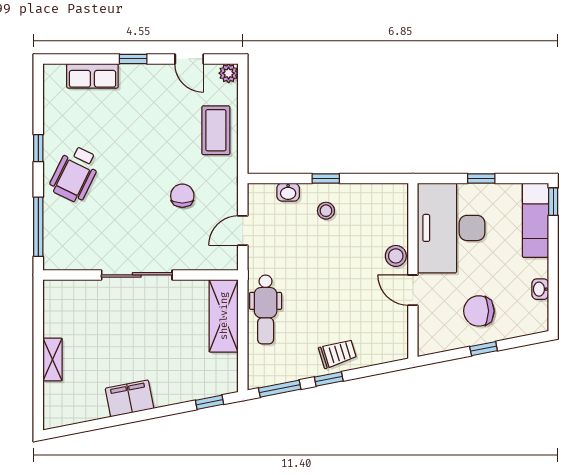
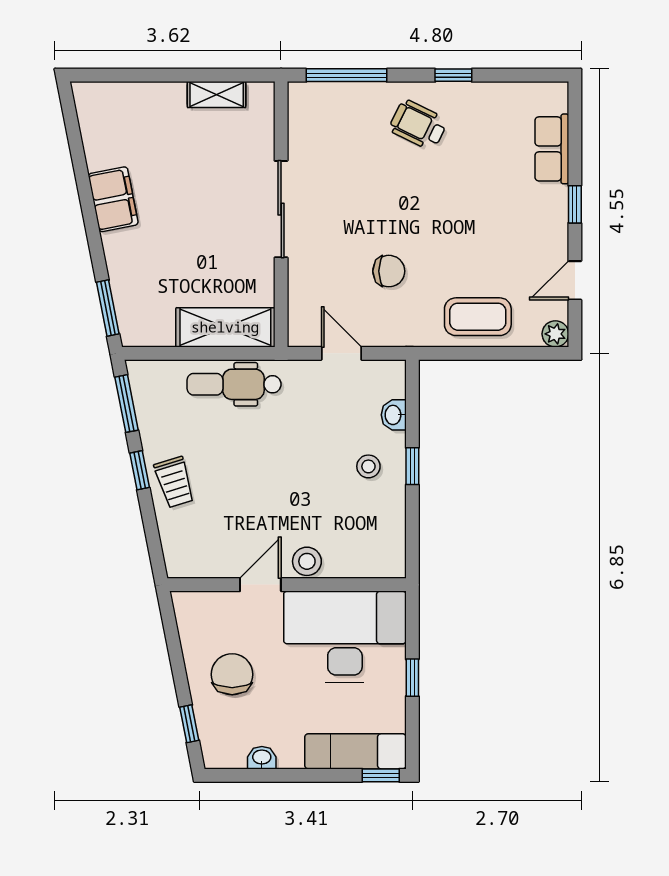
wheelchair: (75, 174) -> (418, 125), width x0.73, depth x0.73
window: (484, 349) -> (189, 724), moved
shelving: (52, 359) -> (217, 95), moved
window: (209, 402) -> (108, 308), width x1.50

